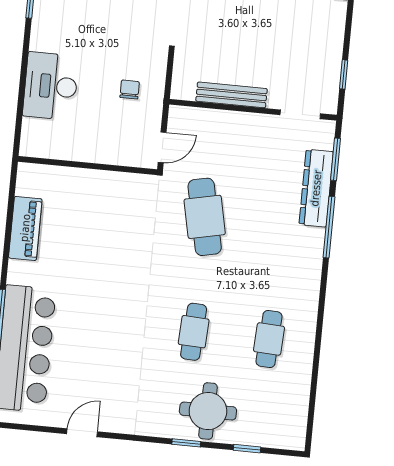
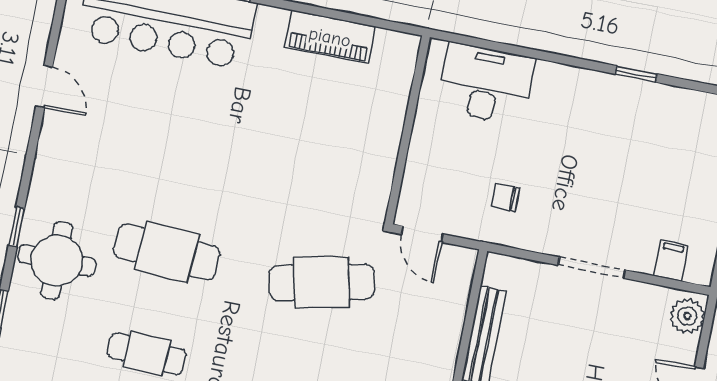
desk: (51, 86) -> (486, 84), moved
chair: (130, 89) -> (505, 198), turned 180
cafe table: (194, 332) -> (167, 252), width x1.37, depth x1.35

